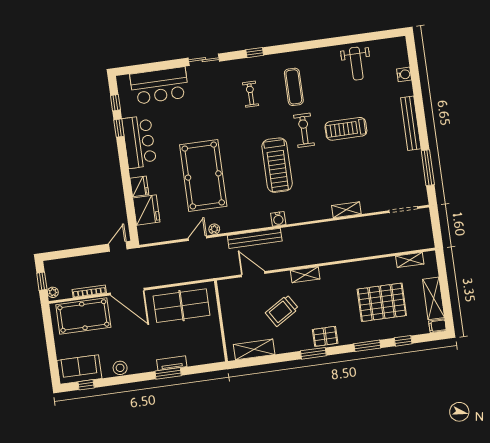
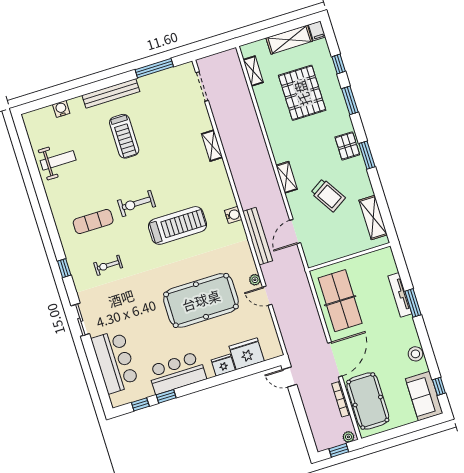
treadmill: (346, 129) -> (124, 136), moved
tv unit: (172, 363) -> (400, 295), width x1.41

